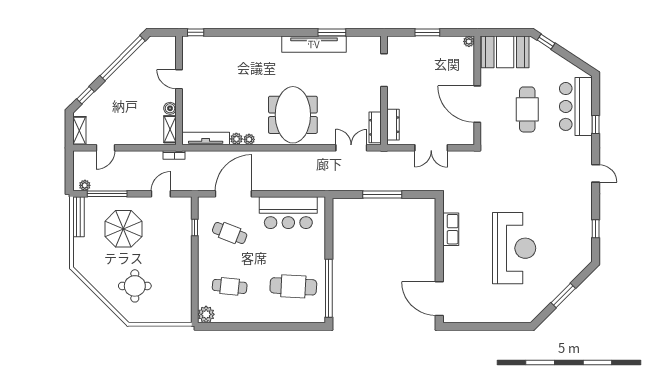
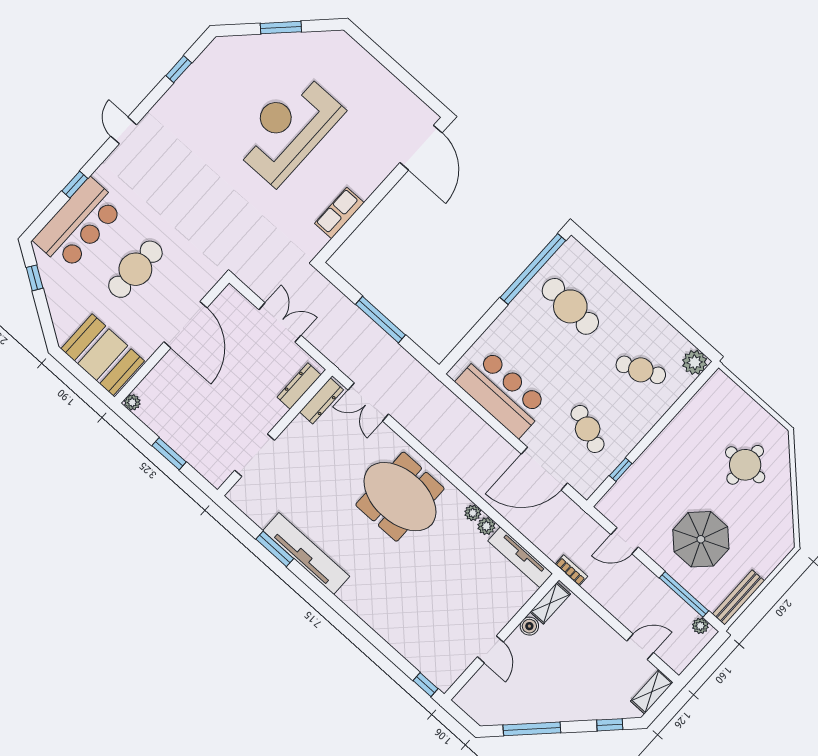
window: (546, 42) -> (35, 278), moved
window: (123, 58) -> (532, 729), width x0.68
meeting table: (293, 115) -> (400, 497), turned 90
cafe table: (230, 286) -> (641, 370), turned -30

